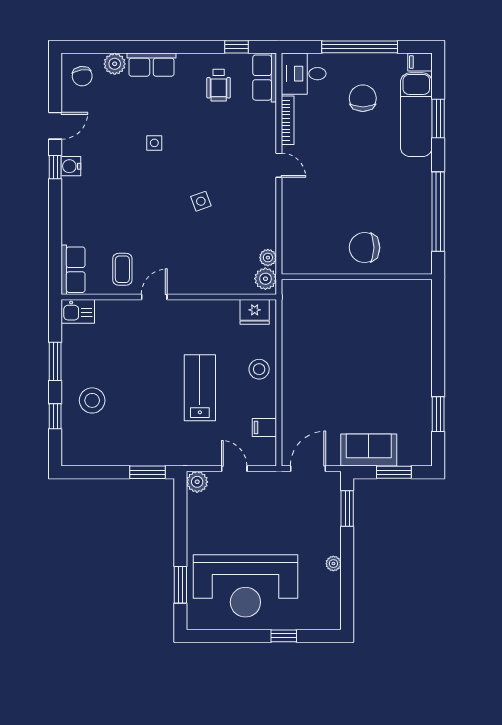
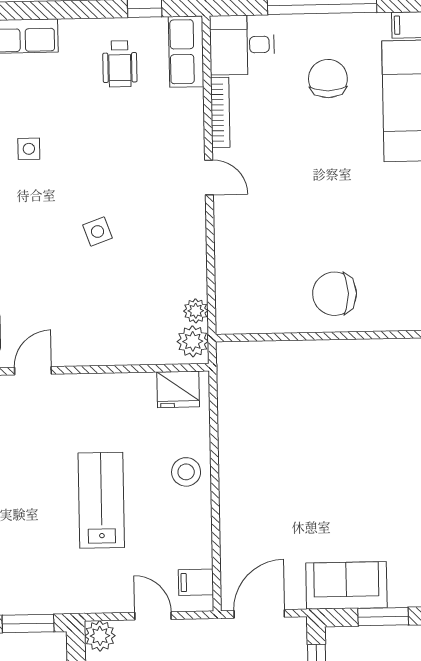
filing cabinet: (264, 428) -> (196, 582), moved

